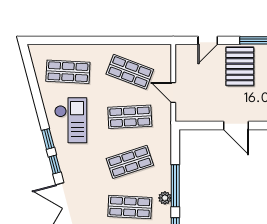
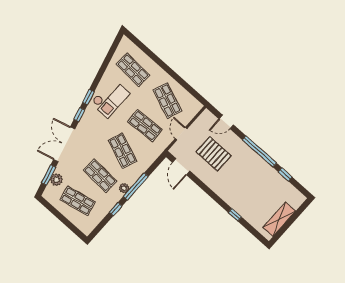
pallet: (240, 66) -> (214, 154), moved, turned 90
door: (236, 126) -> (181, 167), moved
shop shelf: (130, 162) -> (122, 151), turned 39

